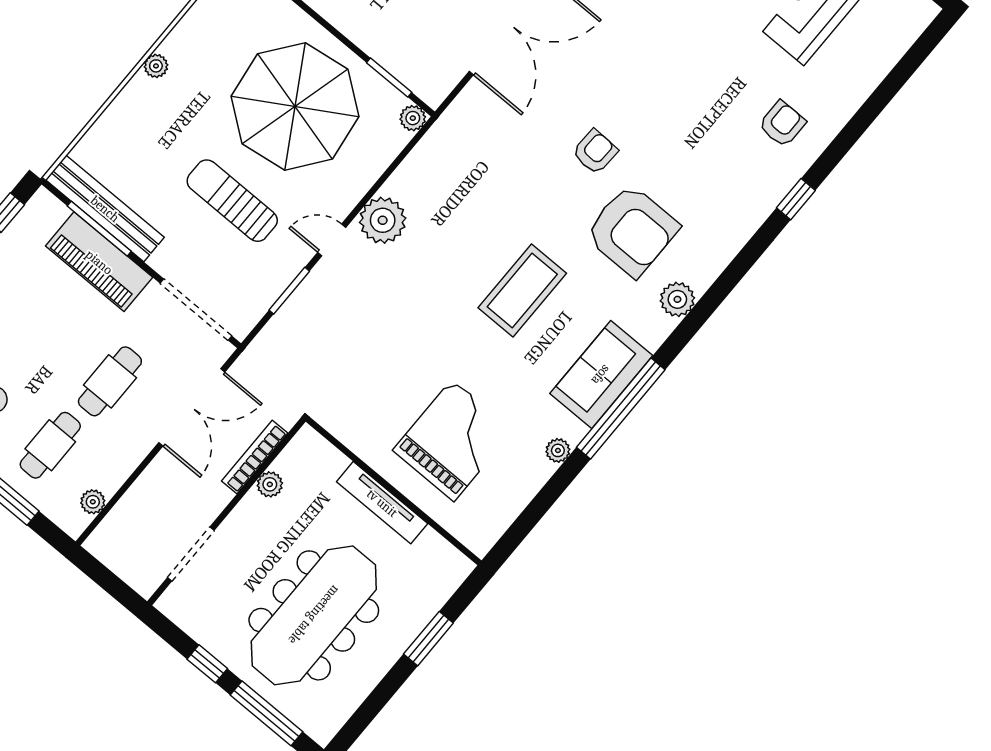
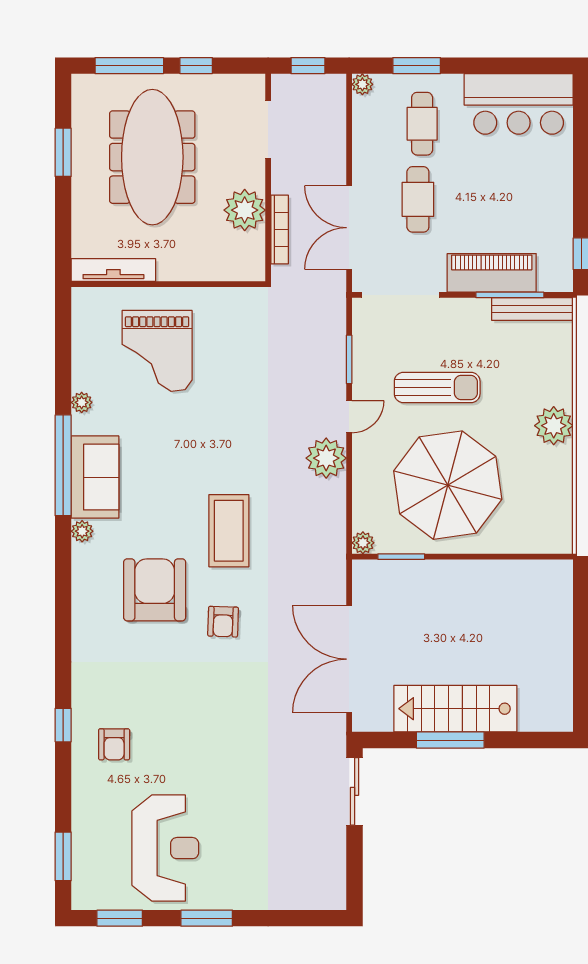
window: (910, 62) -> (63, 856), added
plant: (156, 66) -> (554, 426), width x1.87, depth x1.87
window: (796, 199) -> (63, 725), moved
bench: (105, 209) -> (532, 309), width x0.73, depth x0.82
armchair: (632, 231) -> (155, 590), turned 90
coffee table: (522, 291) -> (229, 531), moved
plant: (677, 299) -> (82, 531), moved, width x0.73, depth x0.73
plant: (270, 484) -> (245, 210), width x1.87, depth x1.87
plant: (93, 502) -> (362, 84), moved
tv unit: (382, 503) -> (113, 270), moved
window: (108, 581) -> (308, 66), added
window: (428, 639) -> (63, 152), moved

